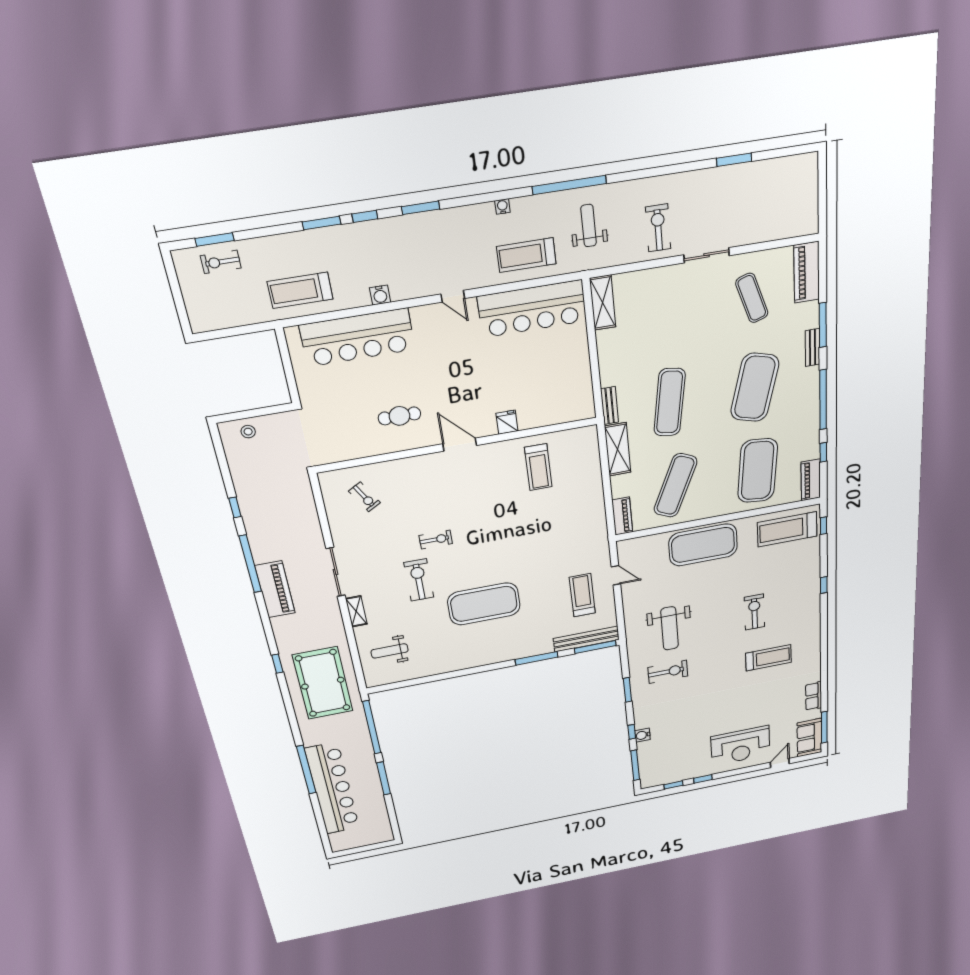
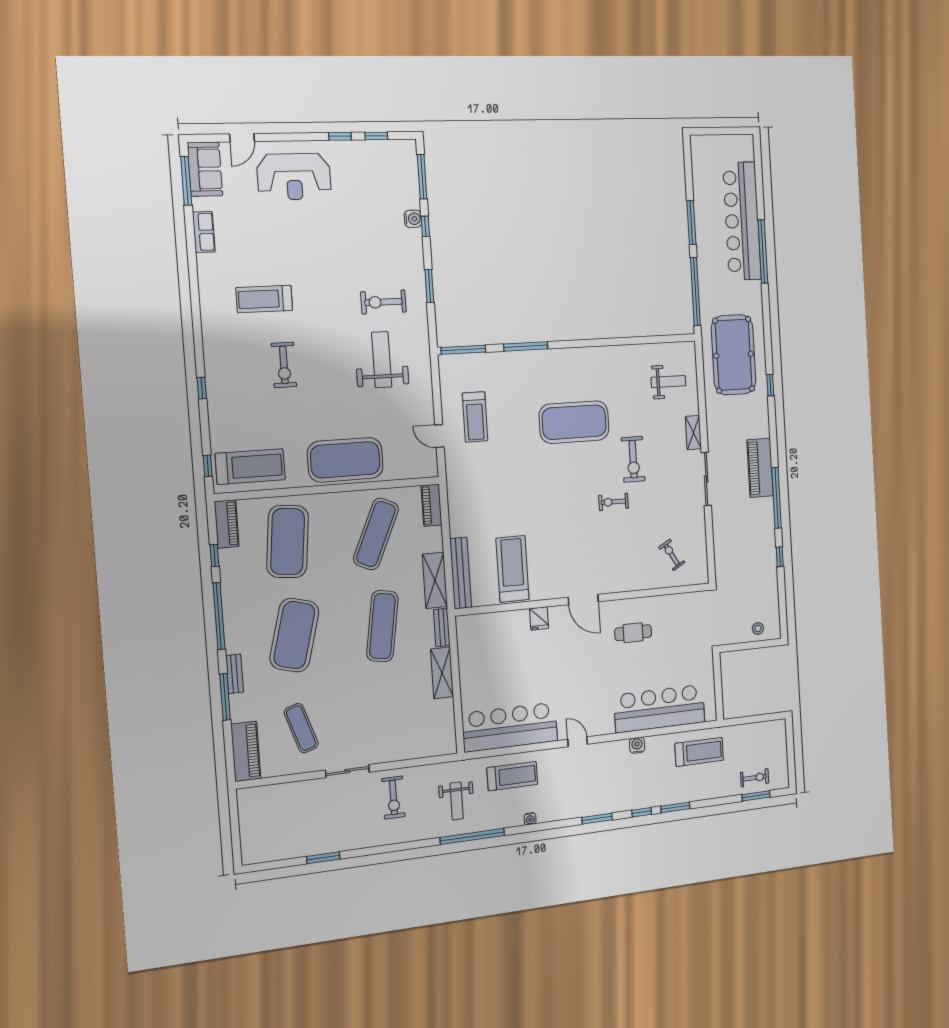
shelving: (603, 303) -> (442, 673), moved
treadmill: (538, 467) -> (513, 569), width x1.37, depth x1.38
bench: (586, 639) -> (461, 573), moved, turned 90
reception desk: (740, 746) -> (294, 177), turned 180

